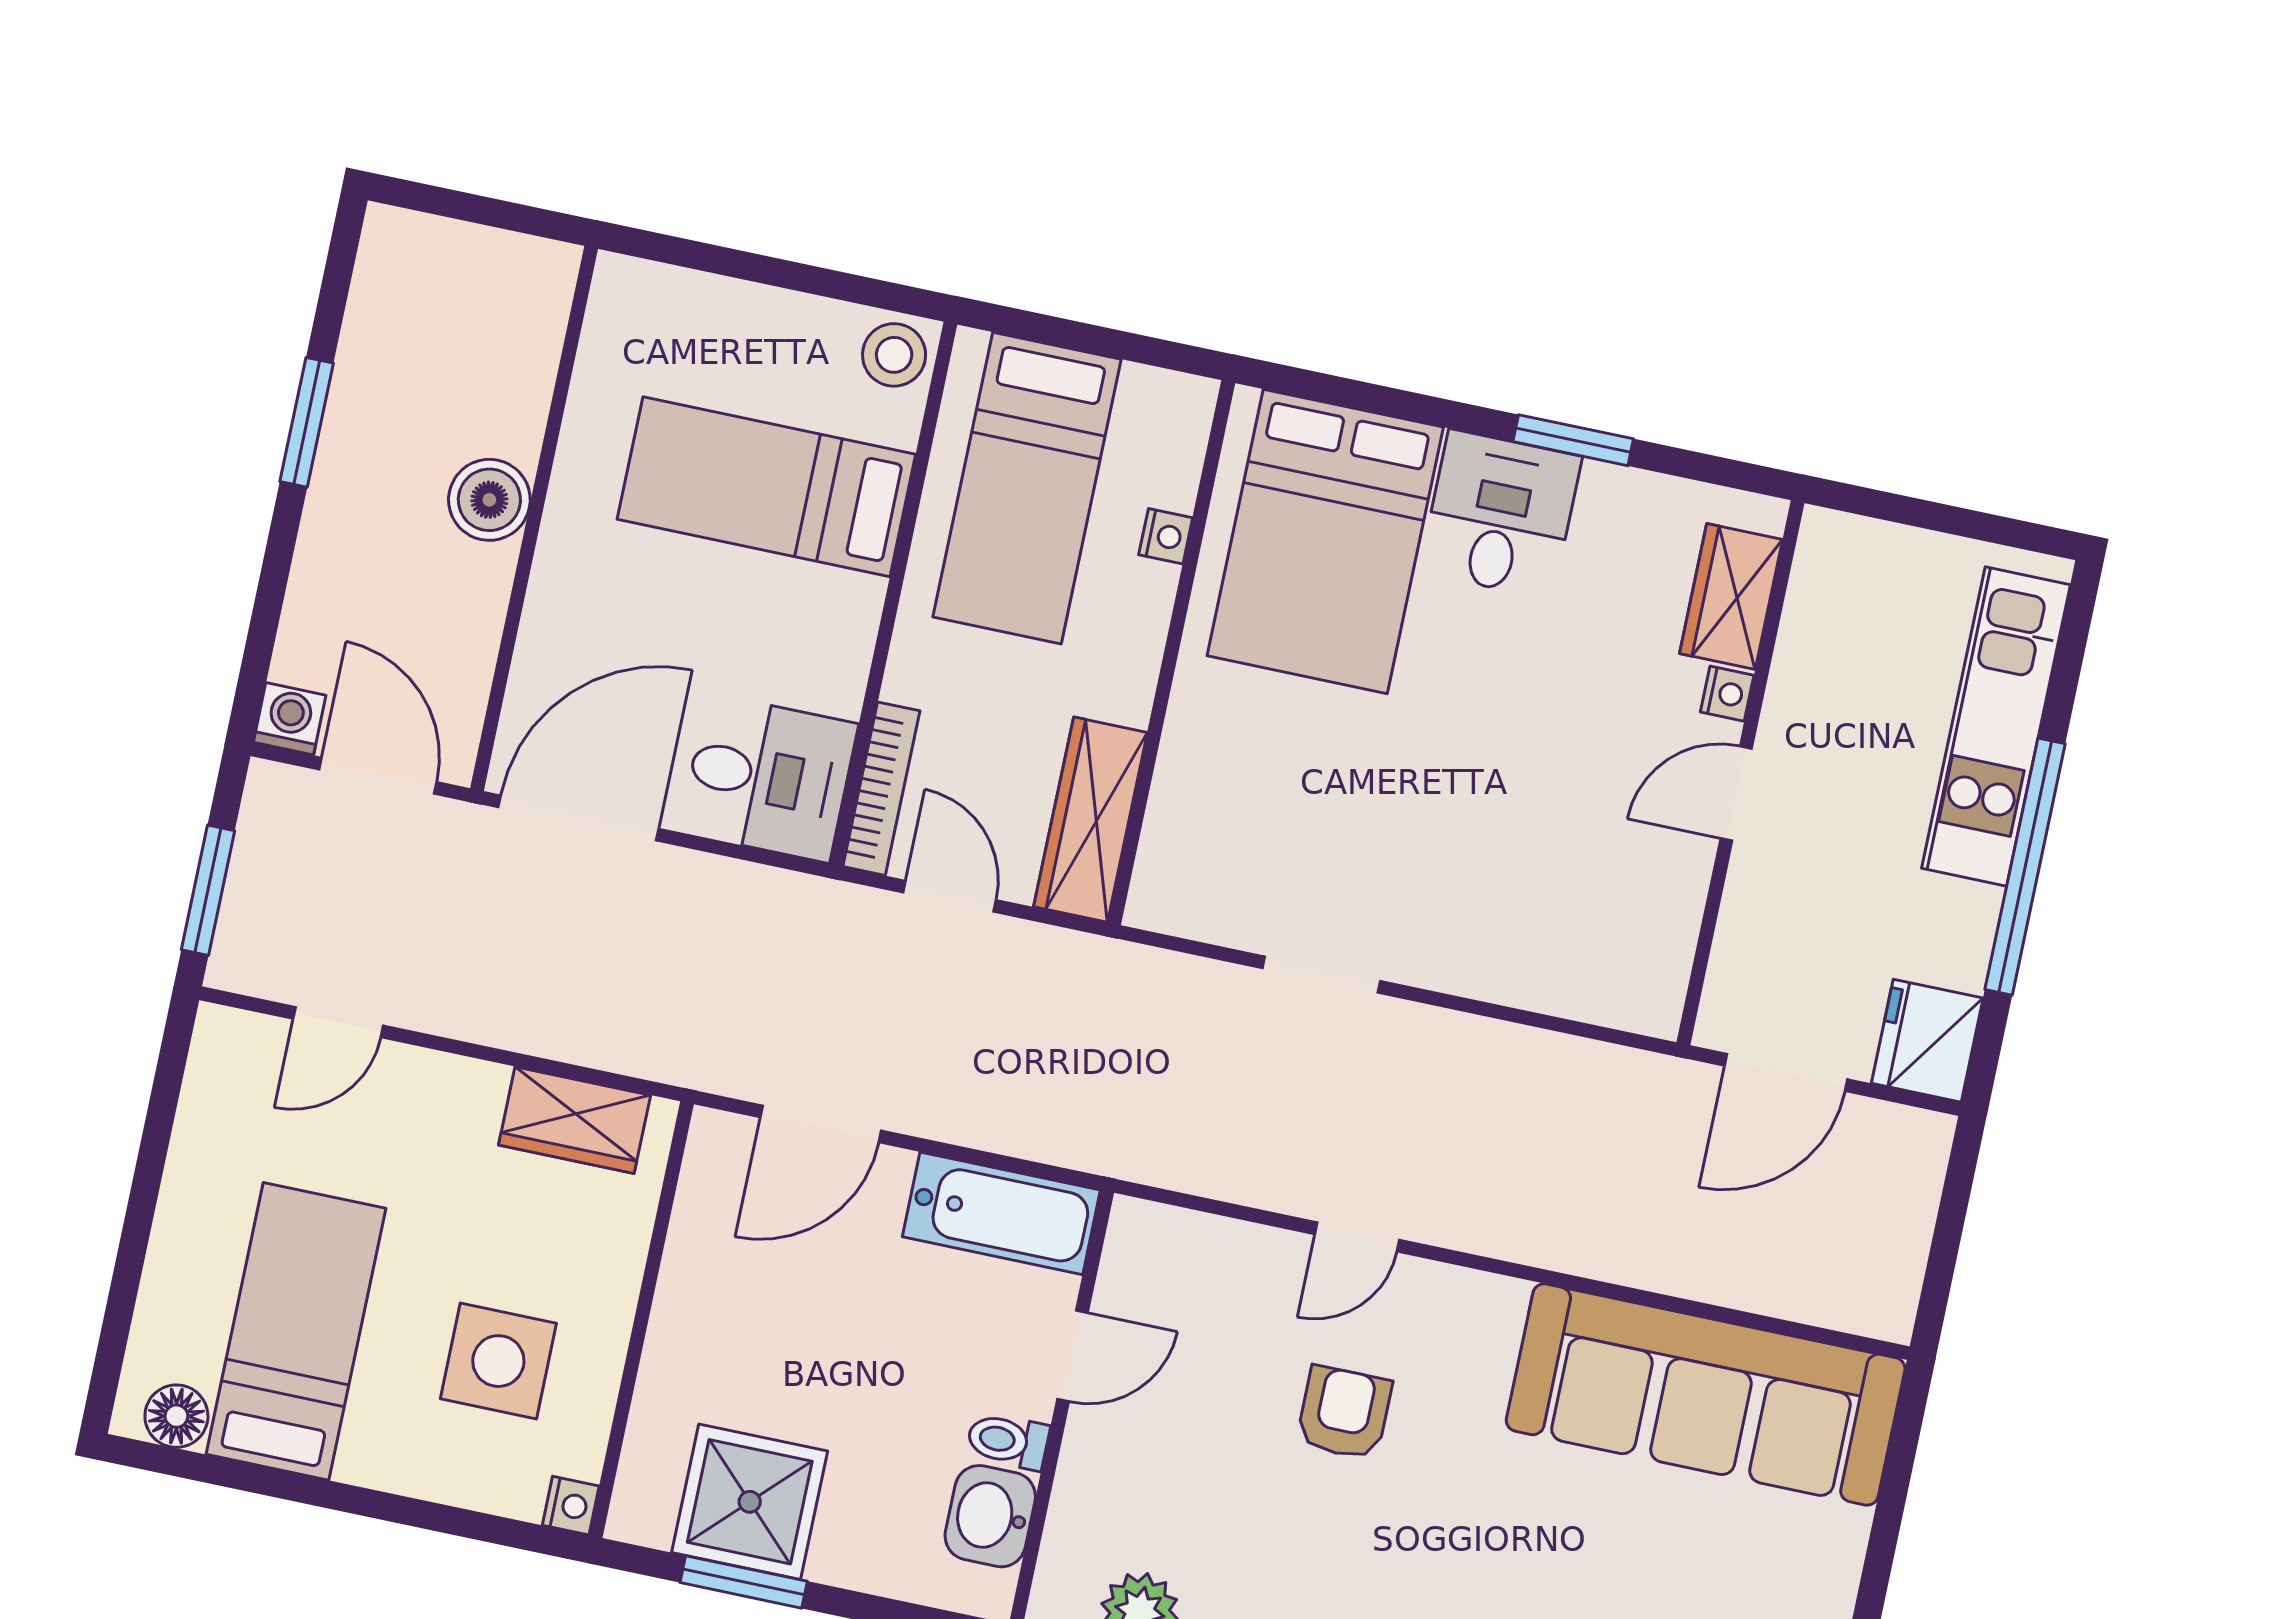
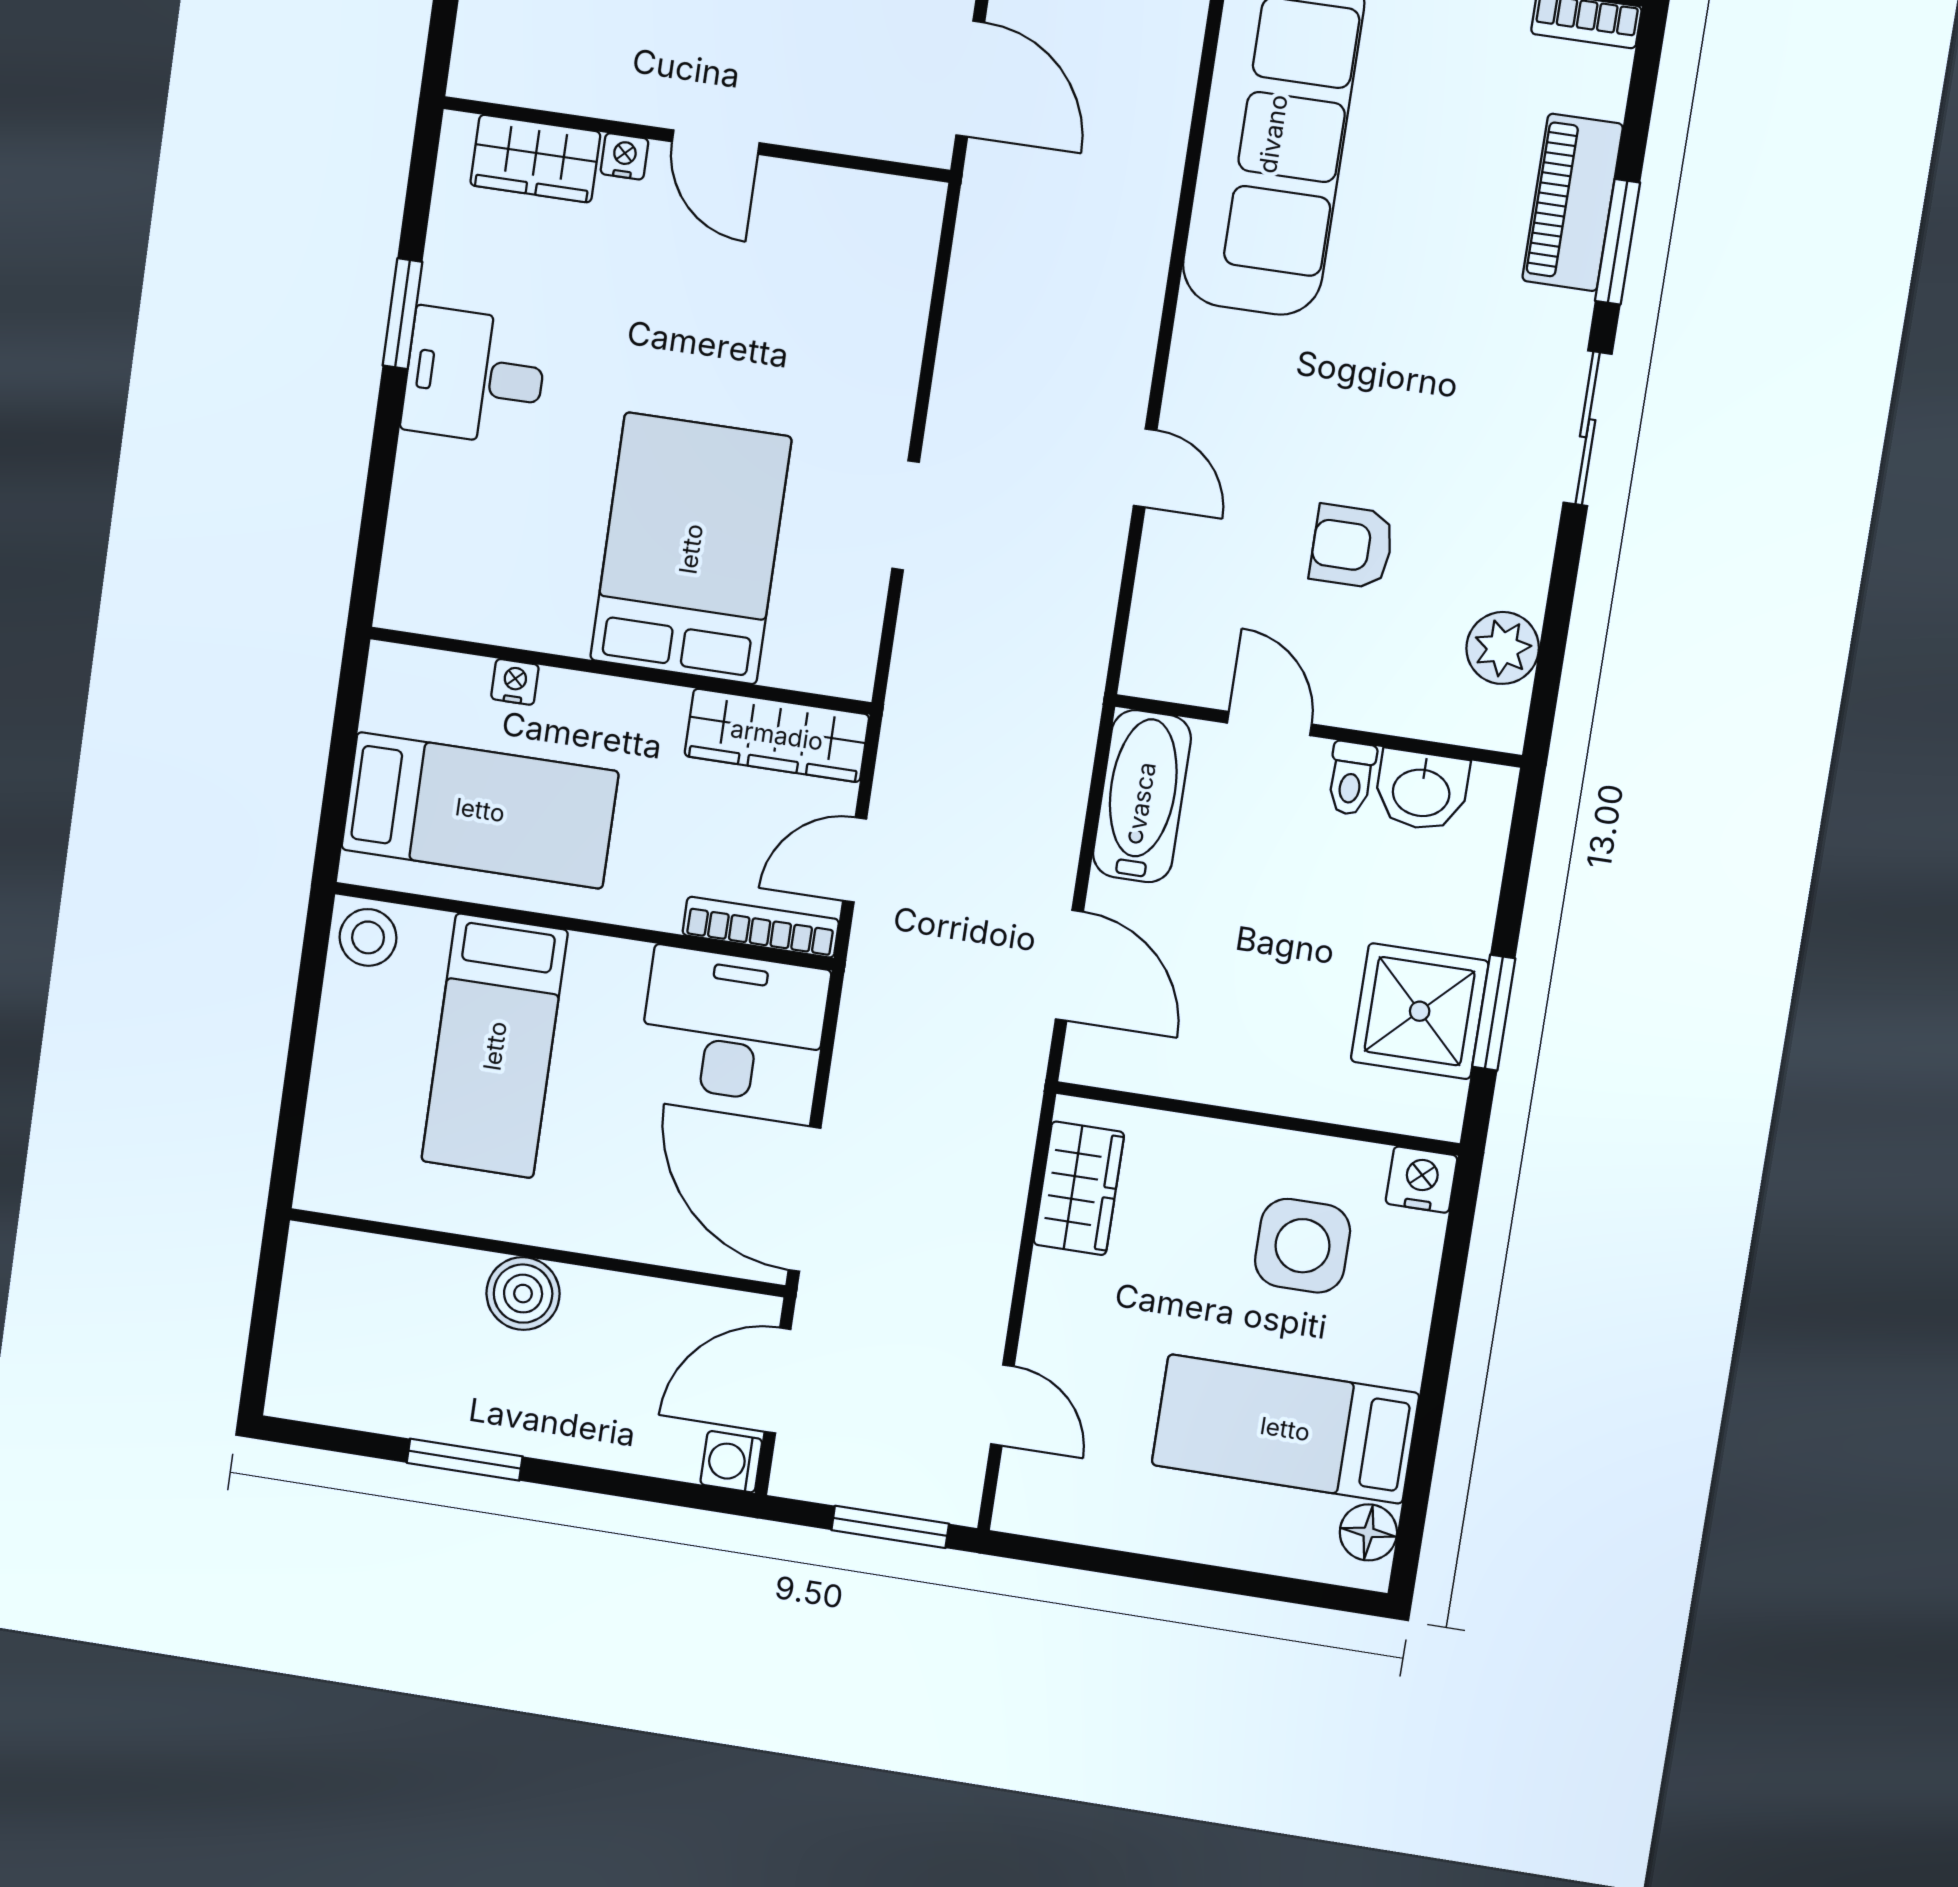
bed: (1325, 541) -> (691, 549), moved, turned -90
desk: (769, 778) -> (733, 1026), width x1.37
armchair: (1344, 1413) -> (1352, 546), moved
nightstand: (571, 1506) -> (1421, 1180), width x1.39, depth x1.35

